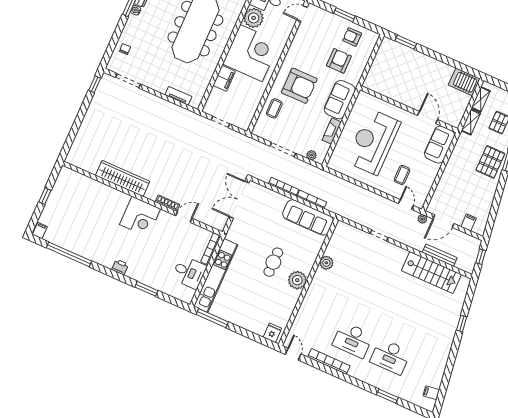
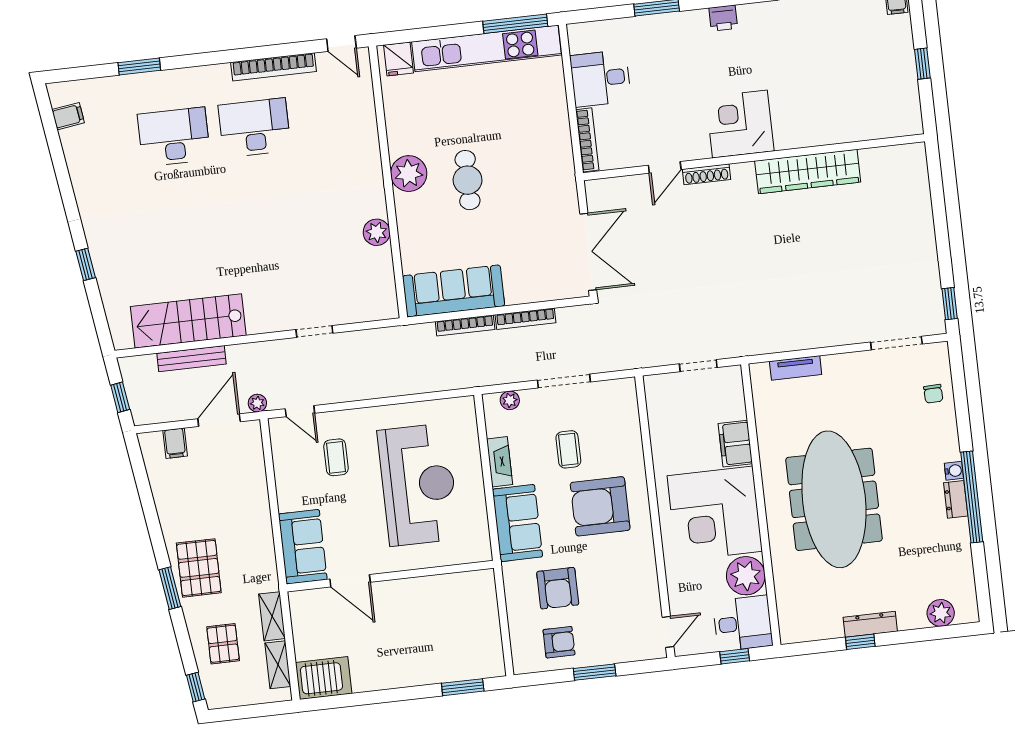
coffee table: (274, 108) -> (568, 449), moved
kitchen unit: (216, 276) -> (487, 48), moved, turned -90

